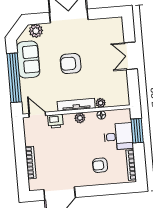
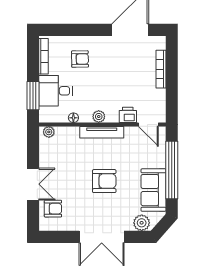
armchair: (112, 36) -> (53, 209), added
plant: (101, 103) -> (49, 132), moved

